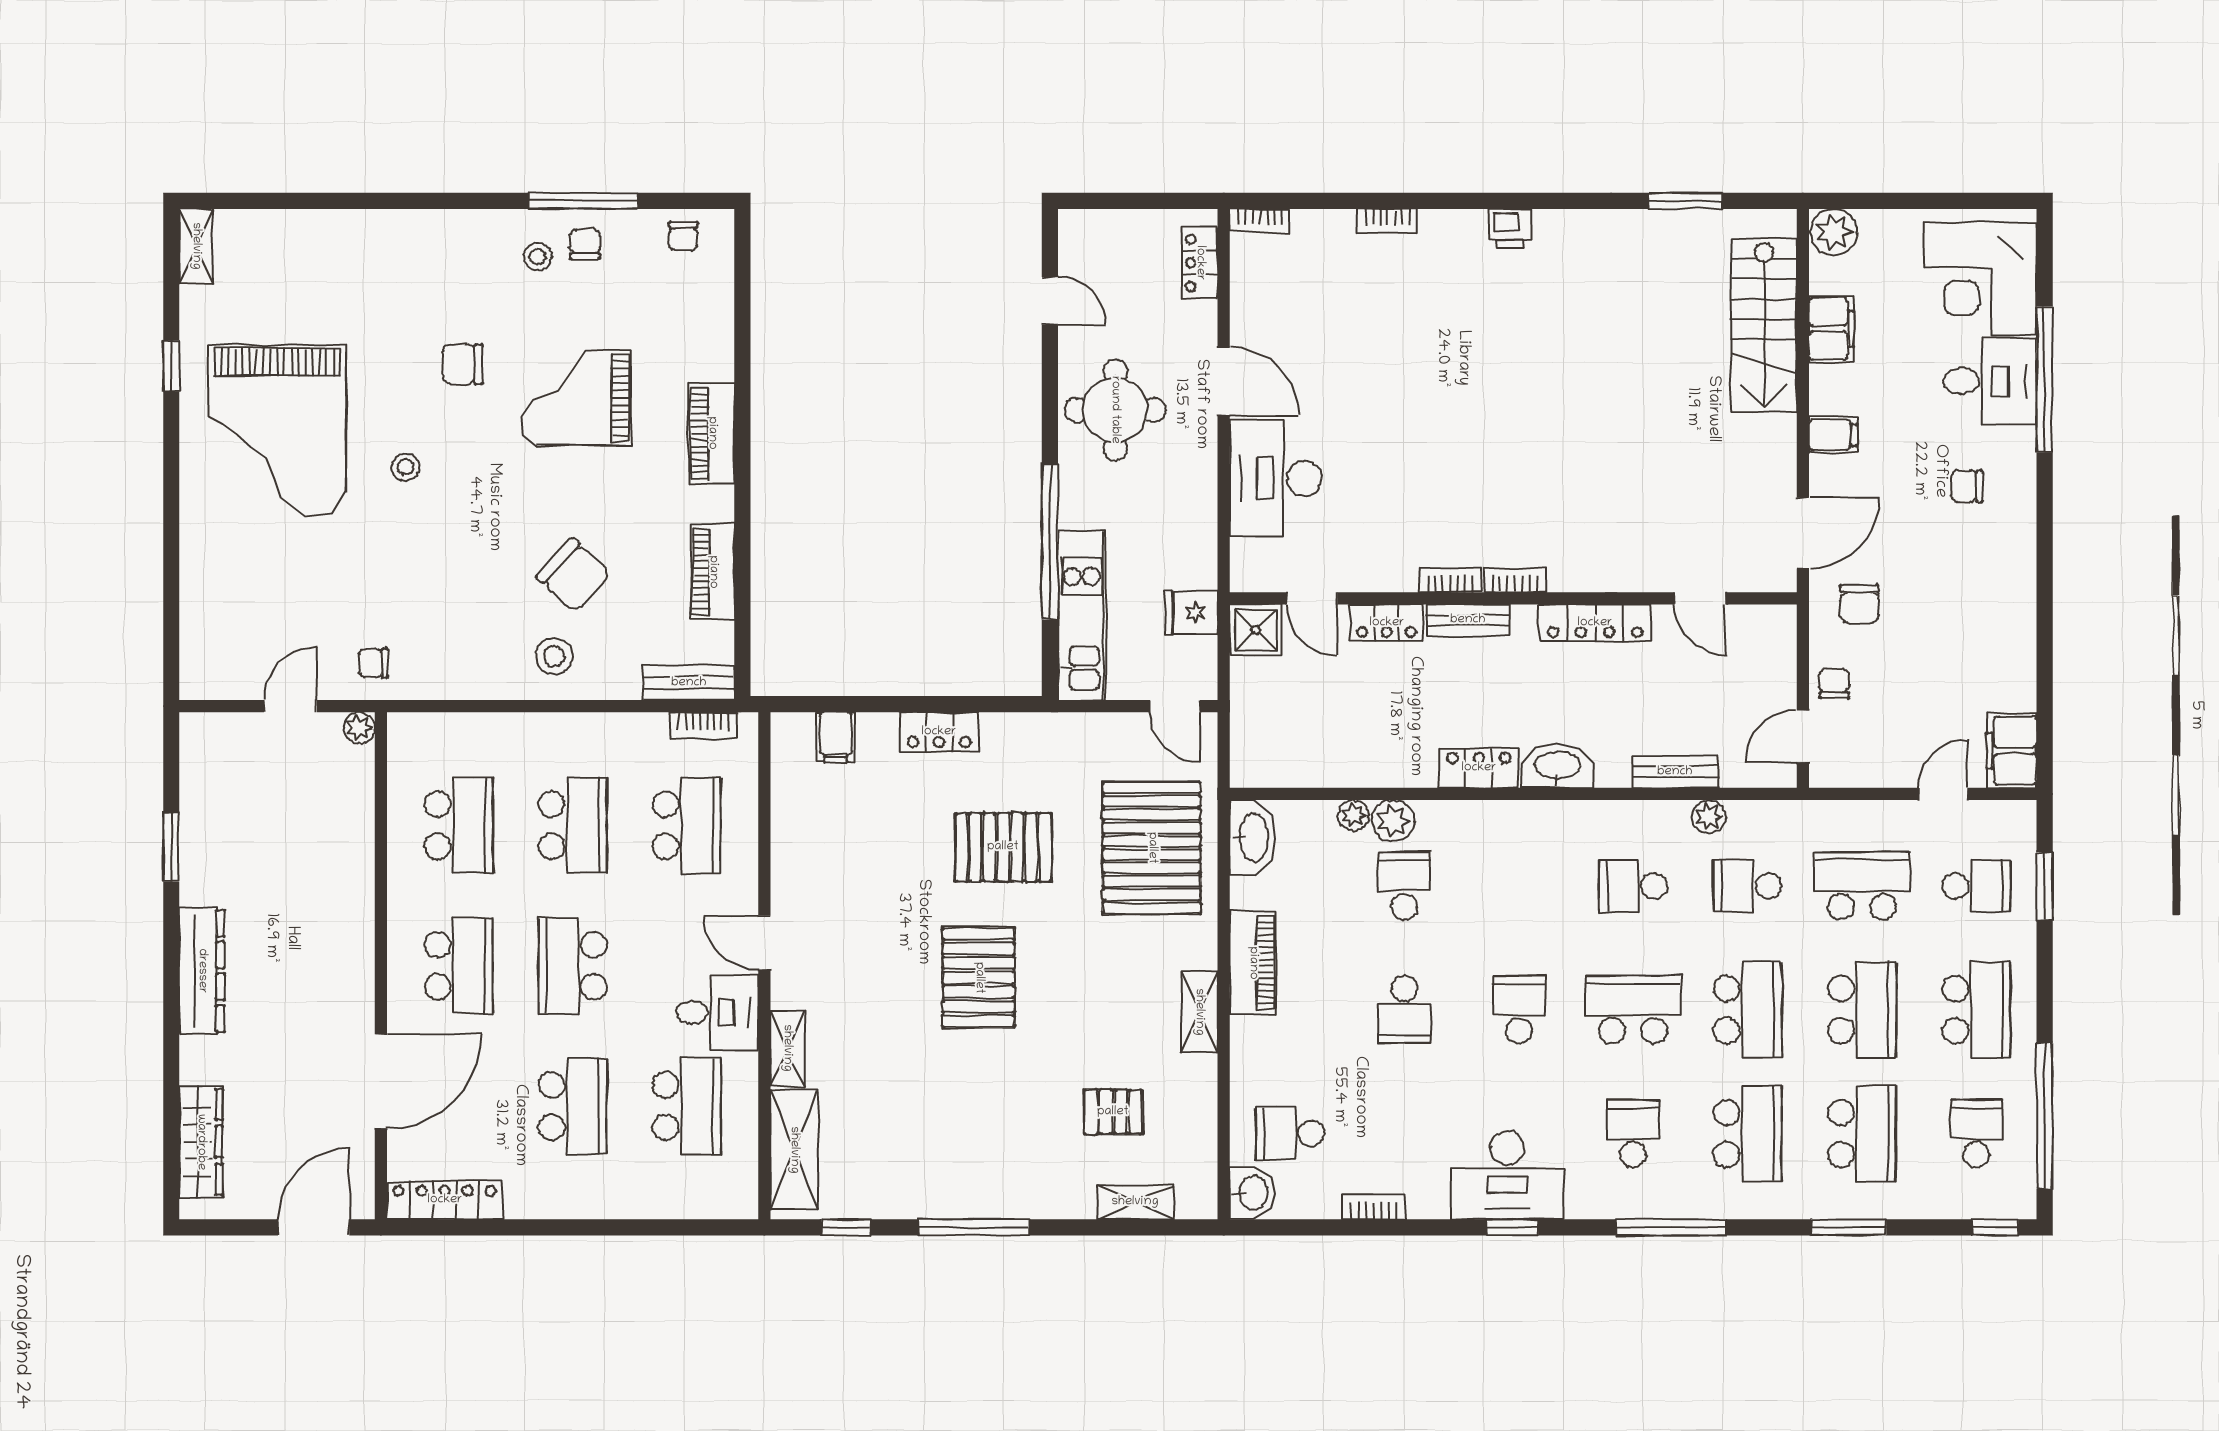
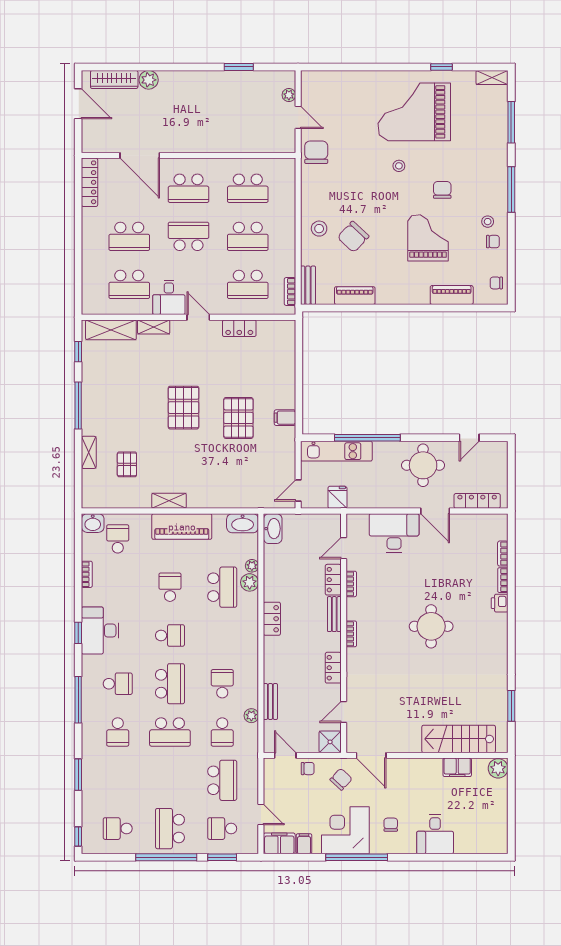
window: (302, 201) -> (511, 122), added
window: (583, 201) -> (511, 190), moved
bookcase: (1260, 221) -> (503, 554), moved
printer: (1510, 228) -> (500, 603), moved
locker: (1200, 263) -> (477, 501), width x1.53
corner desk: (1980, 279) -> (345, 830), moved
window: (2045, 379) -> (357, 857), moved
door: (1224, 381) -> (435, 511), hinge flipped
round table: (1497, 391) -> (431, 626), added
piano: (712, 433) -> (452, 295), moved
filing cabinet: (1833, 435) -> (304, 844), moved, turned 180
bookcase: (1450, 580) -> (351, 584), moved
chair: (1860, 604) -> (341, 779), turned 133
locker: (1595, 623) -> (333, 668), width x0.66
shower: (1256, 630) -> (330, 742), moved
chair: (373, 663) -> (316, 152), width x1.87, depth x1.87
plant: (359, 728) -> (289, 95), moved
locker: (939, 732) -> (239, 328), moved, turned -90
filing cabinet: (836, 737) -> (285, 418), moved
washbasin: (1557, 766) -> (273, 529), moved
pallet: (1152, 848) -> (238, 481), removed
school desk: (1404, 886) -> (222, 587), width x1.85
school desk: (1748, 886) -> (222, 732), turned 180
school desk: (1976, 886) -> (222, 829), turned 90
door: (764, 943) -> (198, 317), hinge flipped
piano: (1253, 963) -> (182, 527), width x1.37, depth x1.33
dresser: (202, 971) -> (186, 80), removed
pallet: (979, 978) -> (184, 408), turned 90
school desk: (1404, 1010) -> (170, 587), turned 90
school desk: (1862, 1010) -> (170, 780), removed
school desk: (1976, 1010) -> (170, 829), turned 90
plant: (202, 1060) -> (149, 80), added
window: (2045, 1116) -> (166, 857), moved
school desk: (1748, 1134) -> (118, 732), width x0.54
school desk: (1862, 1134) -> (118, 780), removed
school desk: (1976, 1134) -> (118, 829), turned 180
shelving: (1135, 1202) -> (89, 452), moved
door: (314, 1227) -> (78, 104), moved

